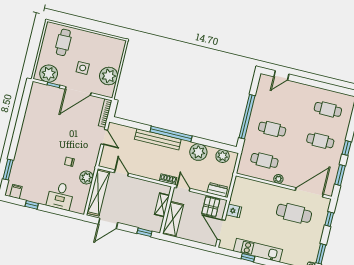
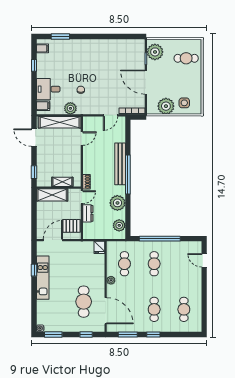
side table: (83, 68) -> (184, 103), moved
dresser: (217, 190) -> (88, 213), moved
filing cabinet: (77, 206) -> (43, 106), added
fridge: (234, 211) -> (99, 247), moved

